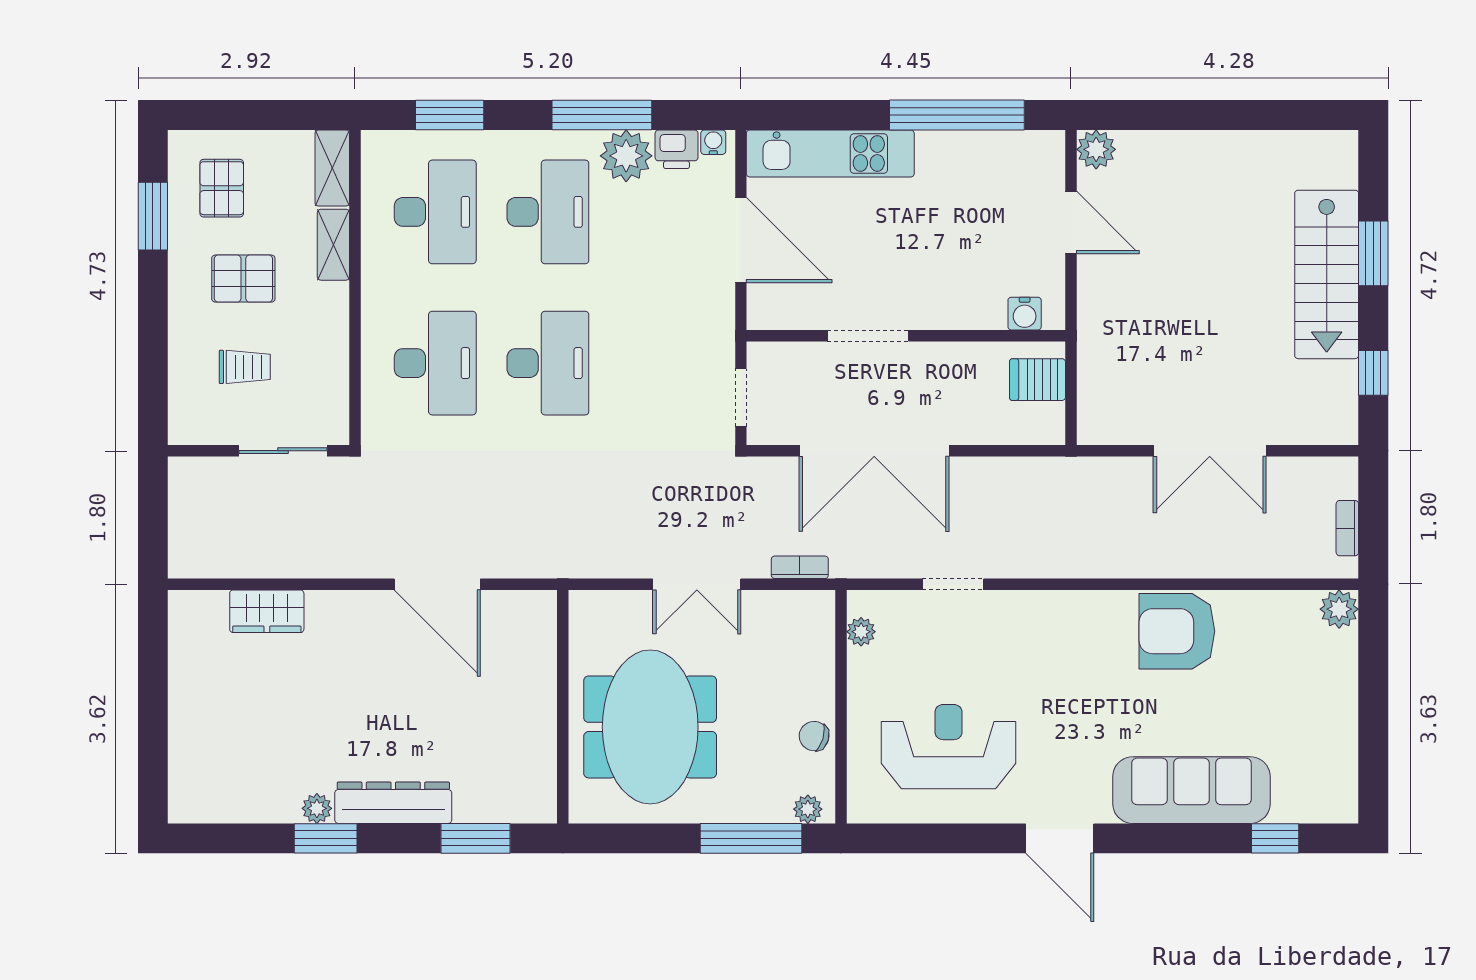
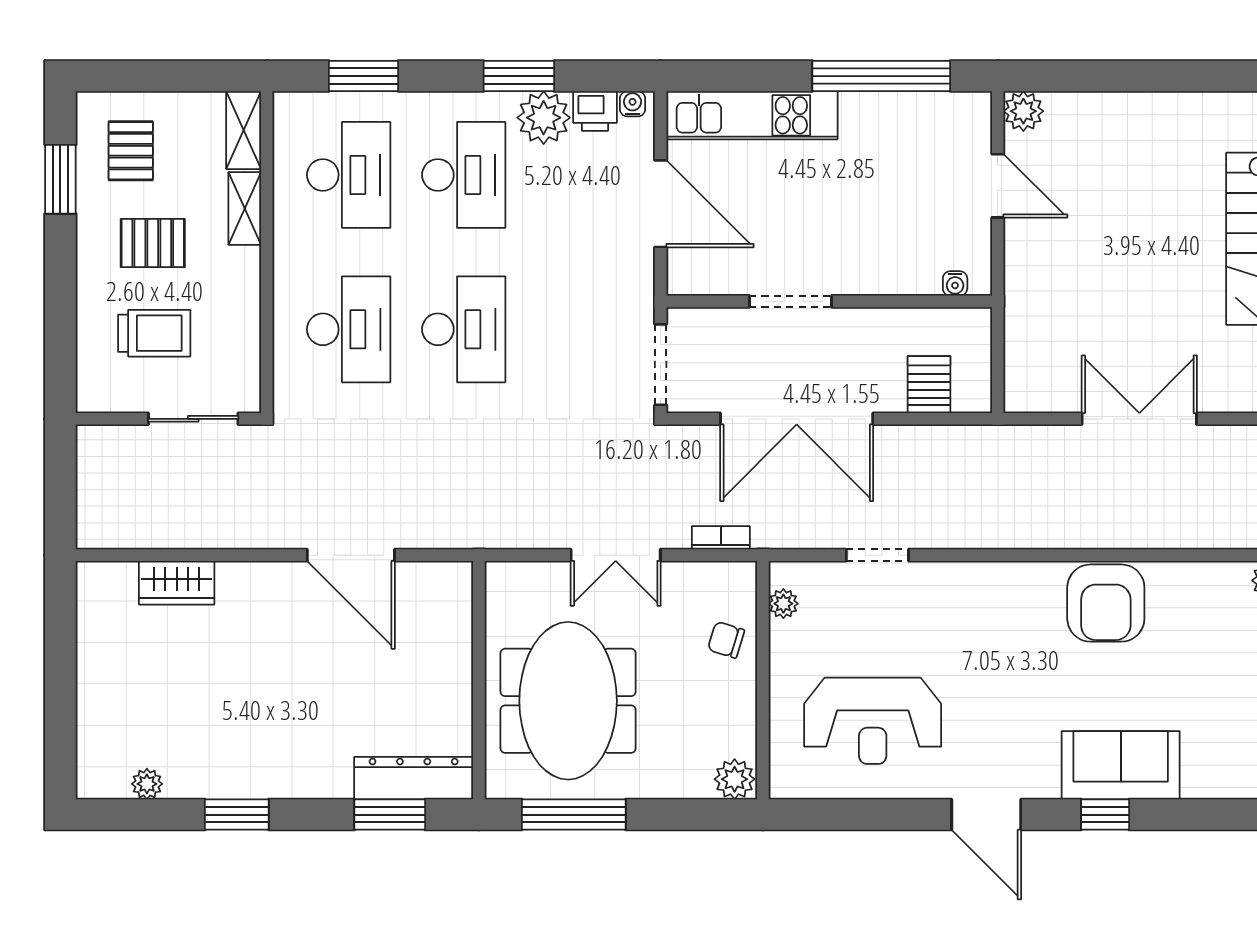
window: (602, 115) -> (519, 76), width x0.69
water cooler: (1025, 314) -> (955, 283), width x0.72, depth x0.72
trolley: (245, 367) -> (154, 333), width x1.36, depth x1.39
server rack: (1038, 380) -> (929, 385), moved, turned 90
doorway: (741, 398) -> (661, 365), width x1.38
double door: (1210, 451) -> (1139, 419), swing flipped
armchair: (1177, 631) -> (1106, 603), turned -90
chair: (814, 736) -> (726, 640), moved
reception desk: (949, 747) -> (873, 721), turned 180
sofa: (1191, 790) -> (1121, 765), width x0.73
dresser: (393, 803) -> (414, 778), moved
plant: (317, 808) -> (147, 784), moved
plant: (808, 809) -> (735, 779), width x1.38, depth x1.38
window: (751, 838) -> (574, 815), moved
window: (1275, 838) -> (1105, 815), moved

